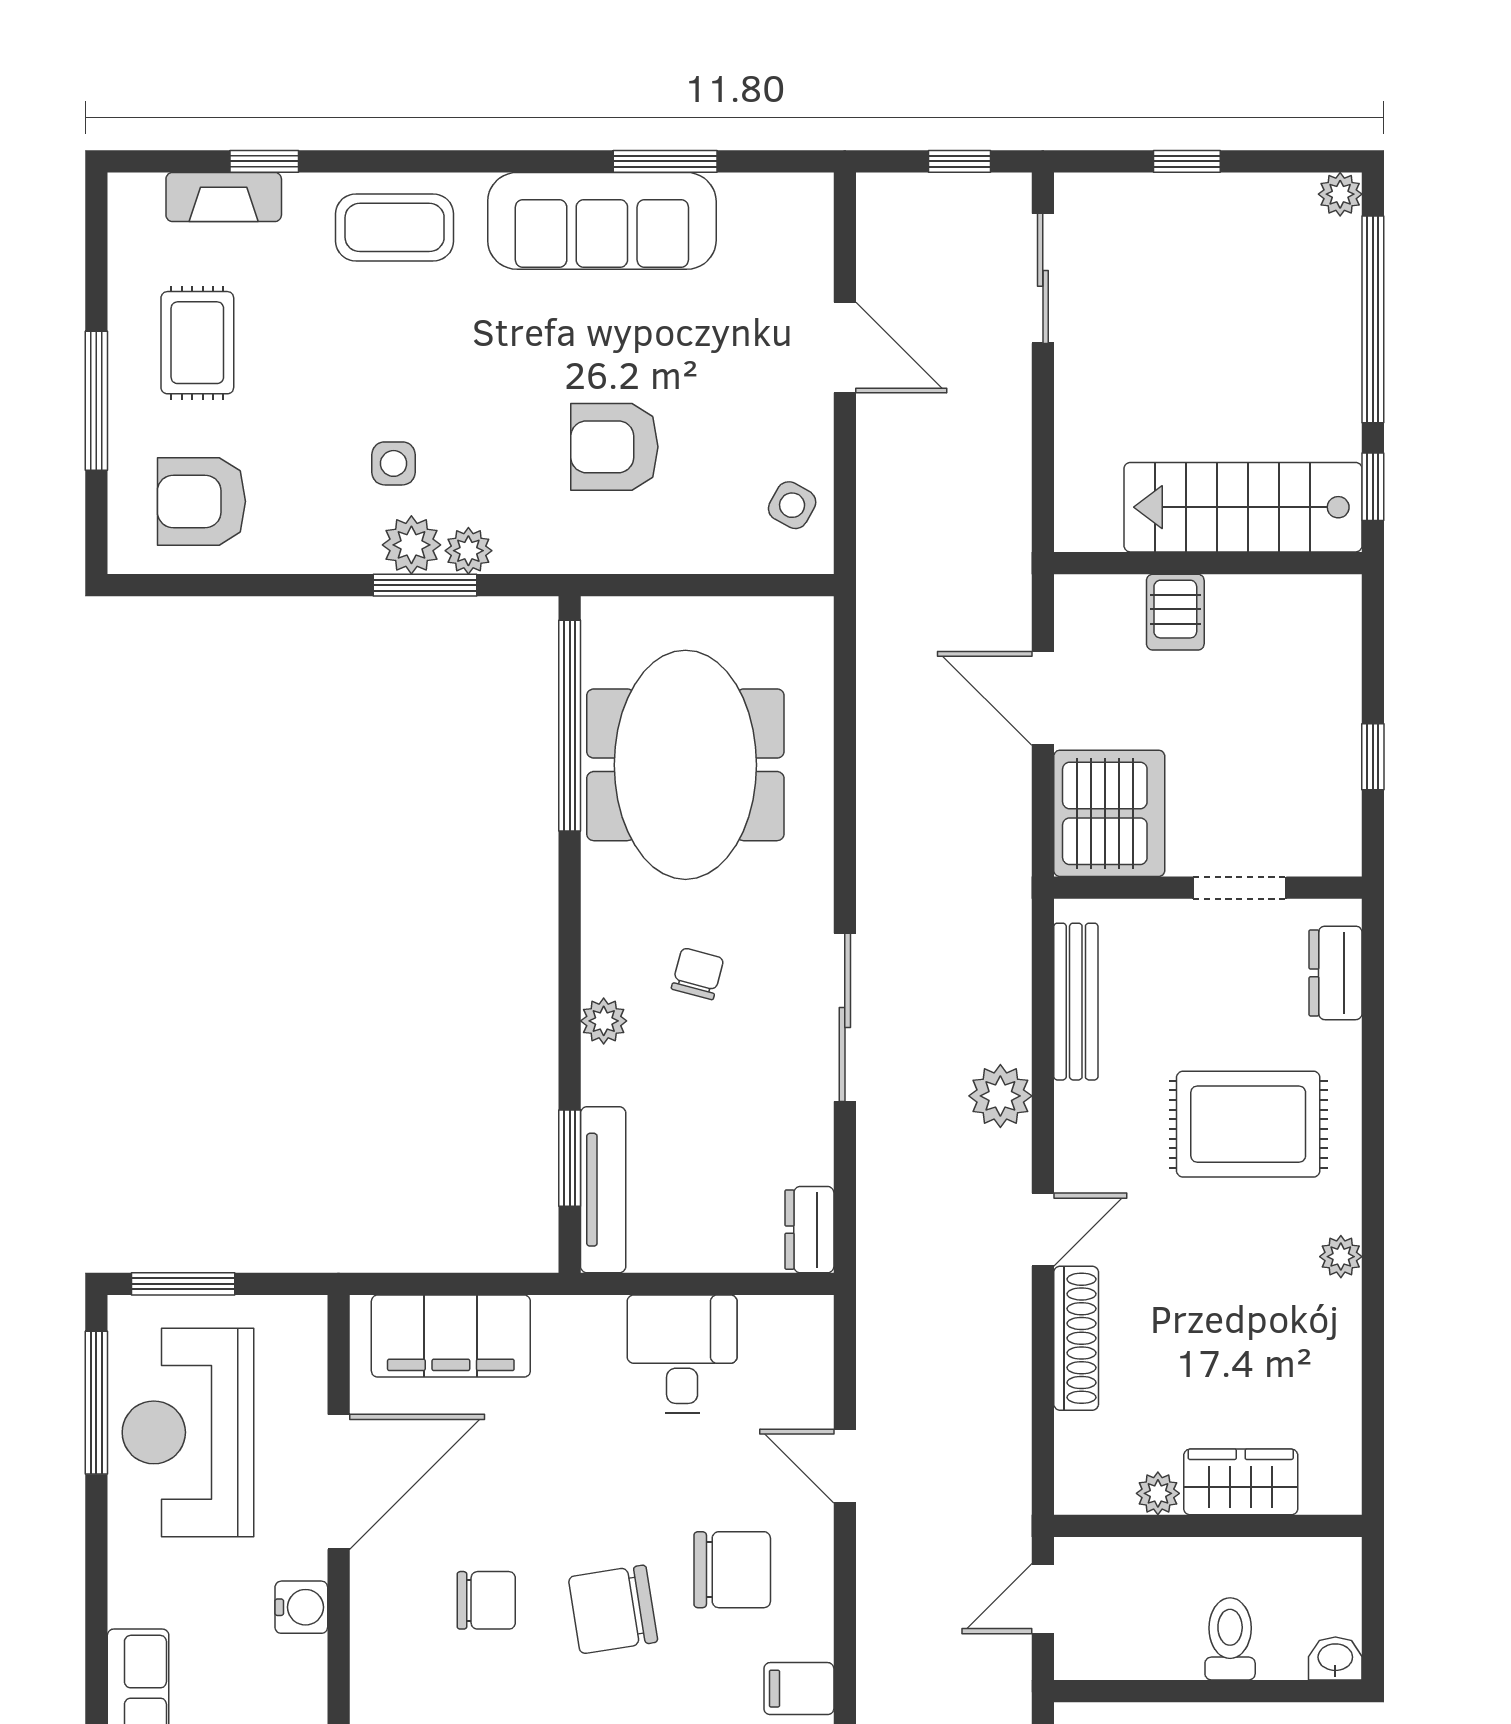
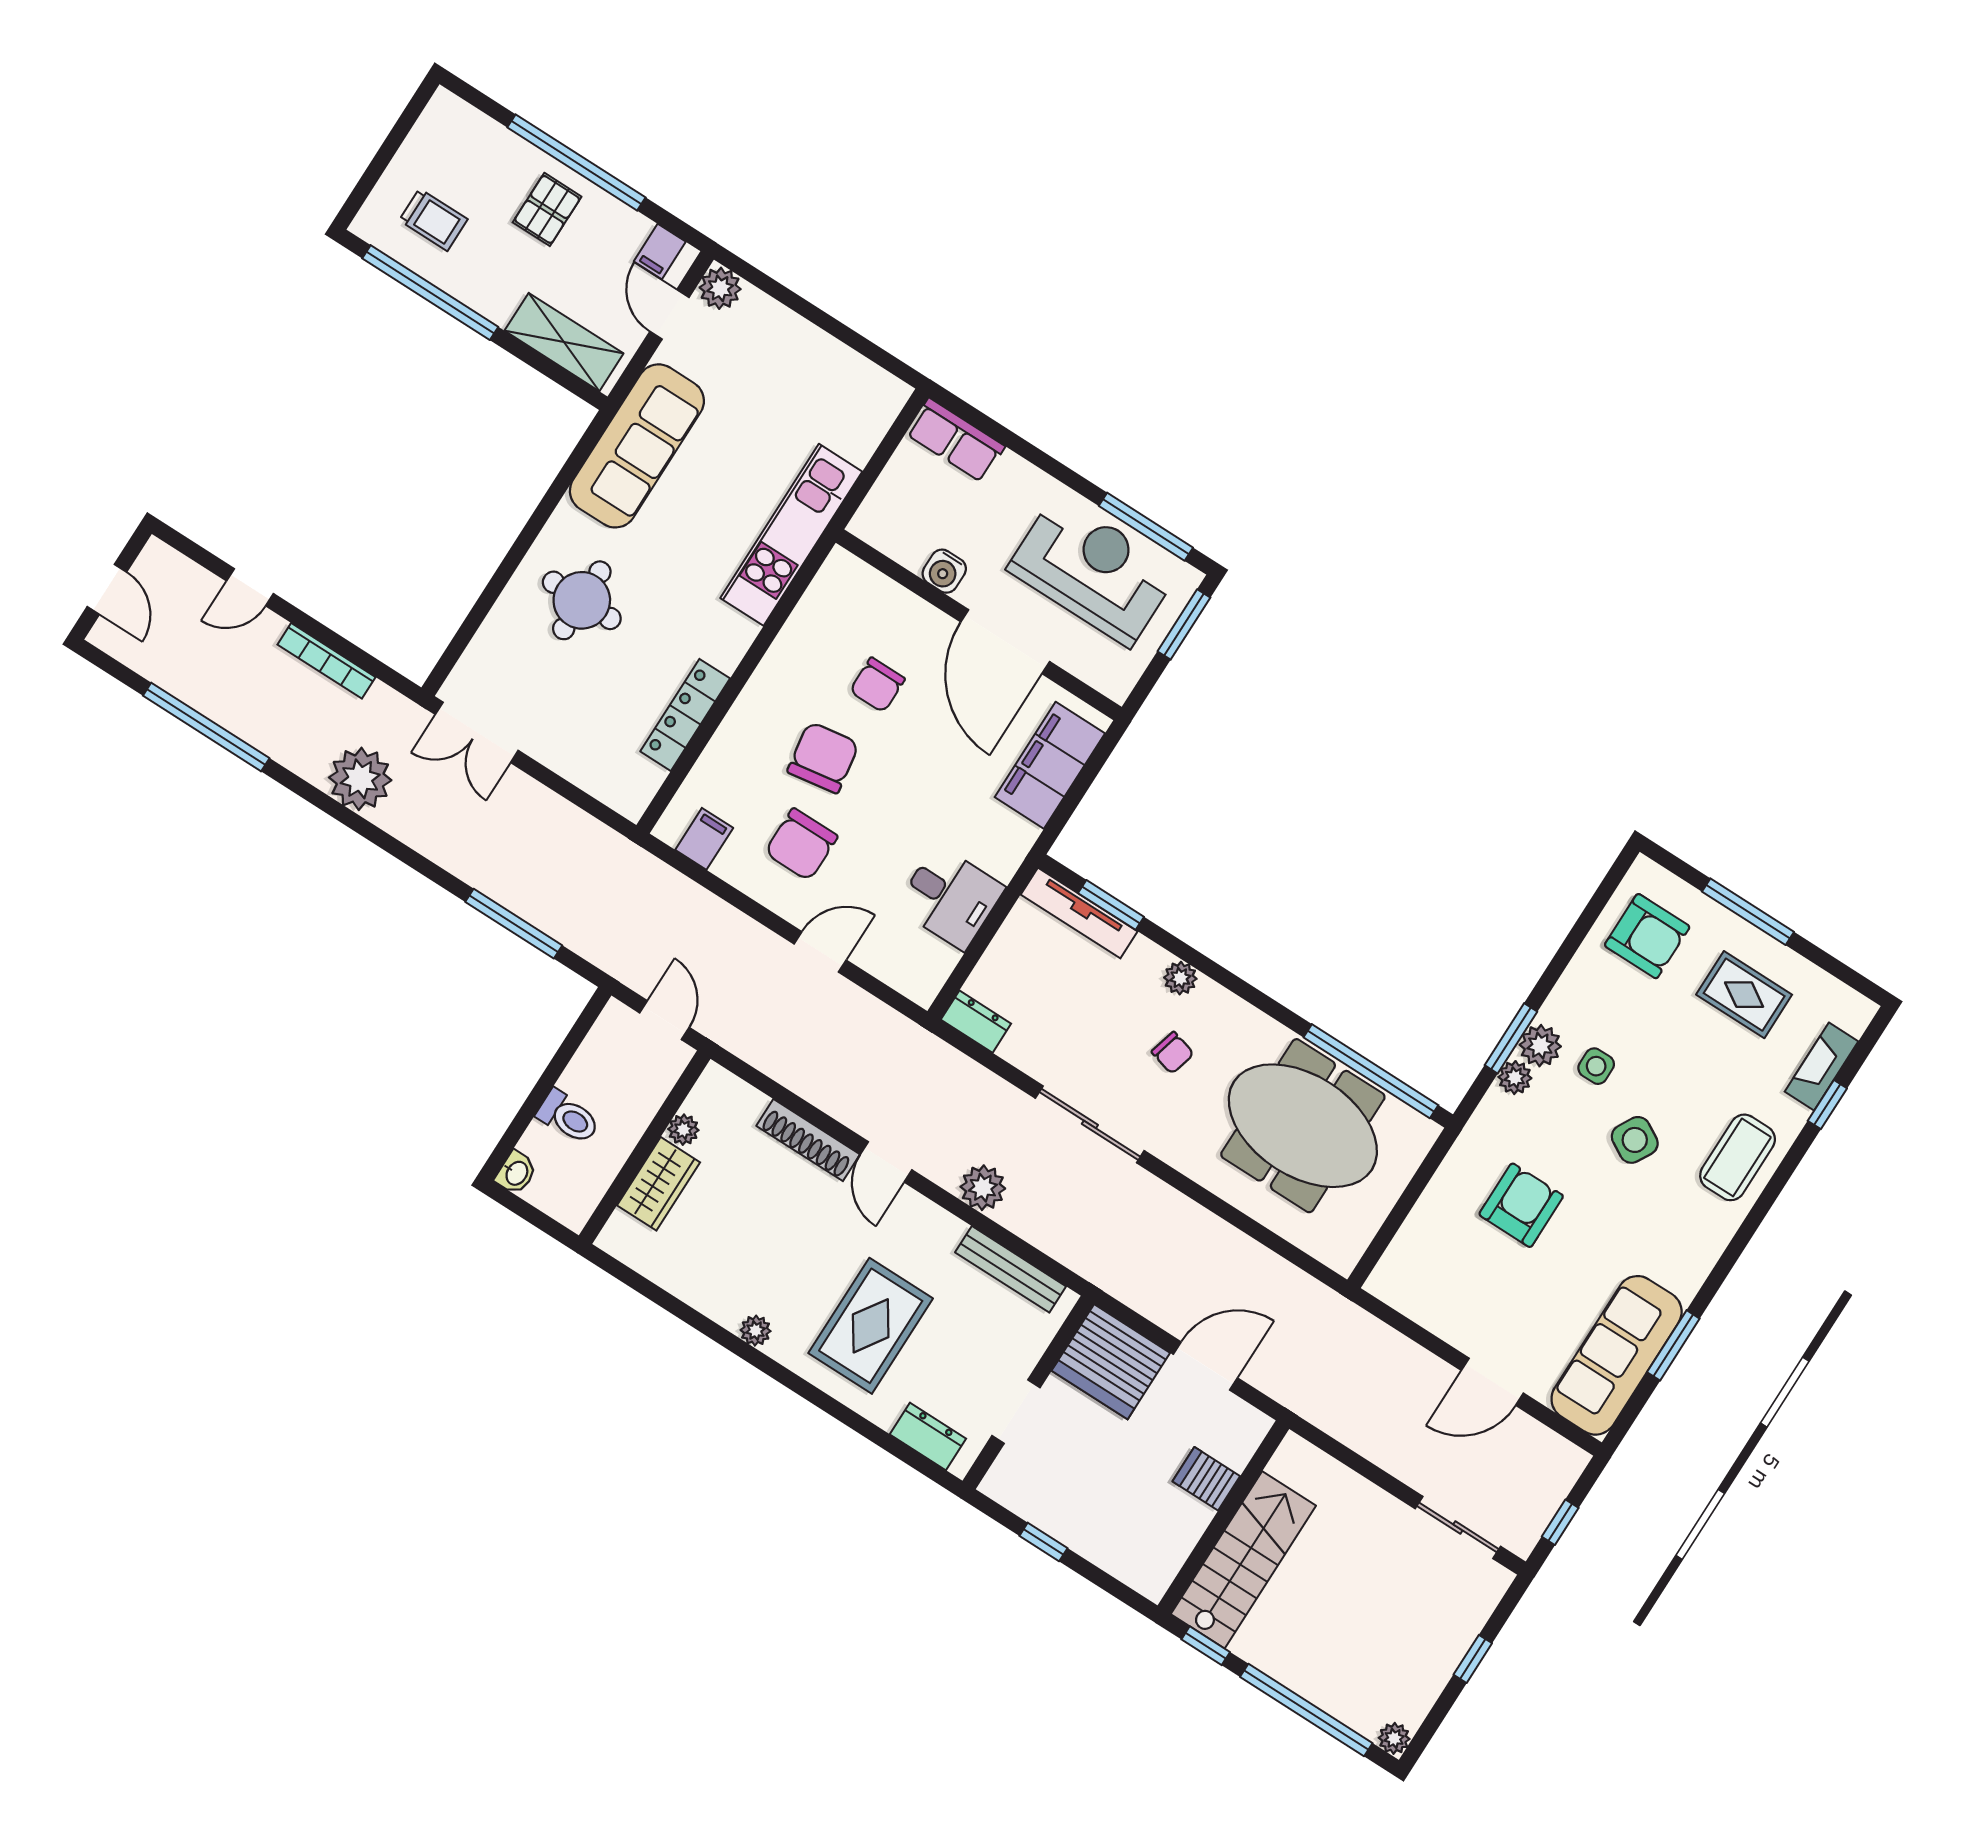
sofa: (602, 221) -> (1617, 1355), moved
armchair: (201, 501) -> (1647, 936), turned 90
side table: (792, 505) -> (1635, 1140), moved, width x1.37, depth x1.37

